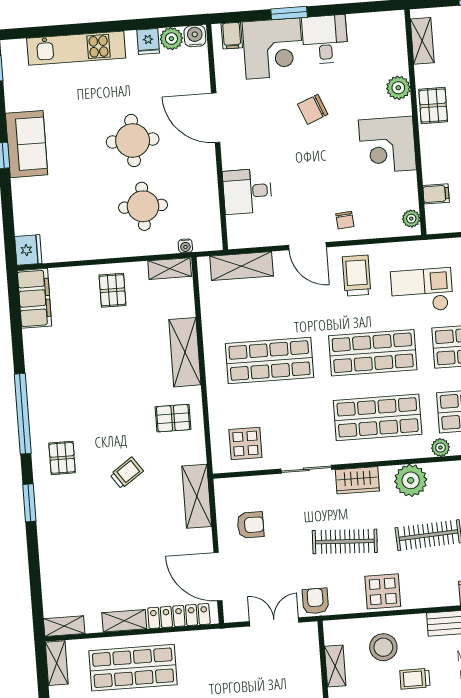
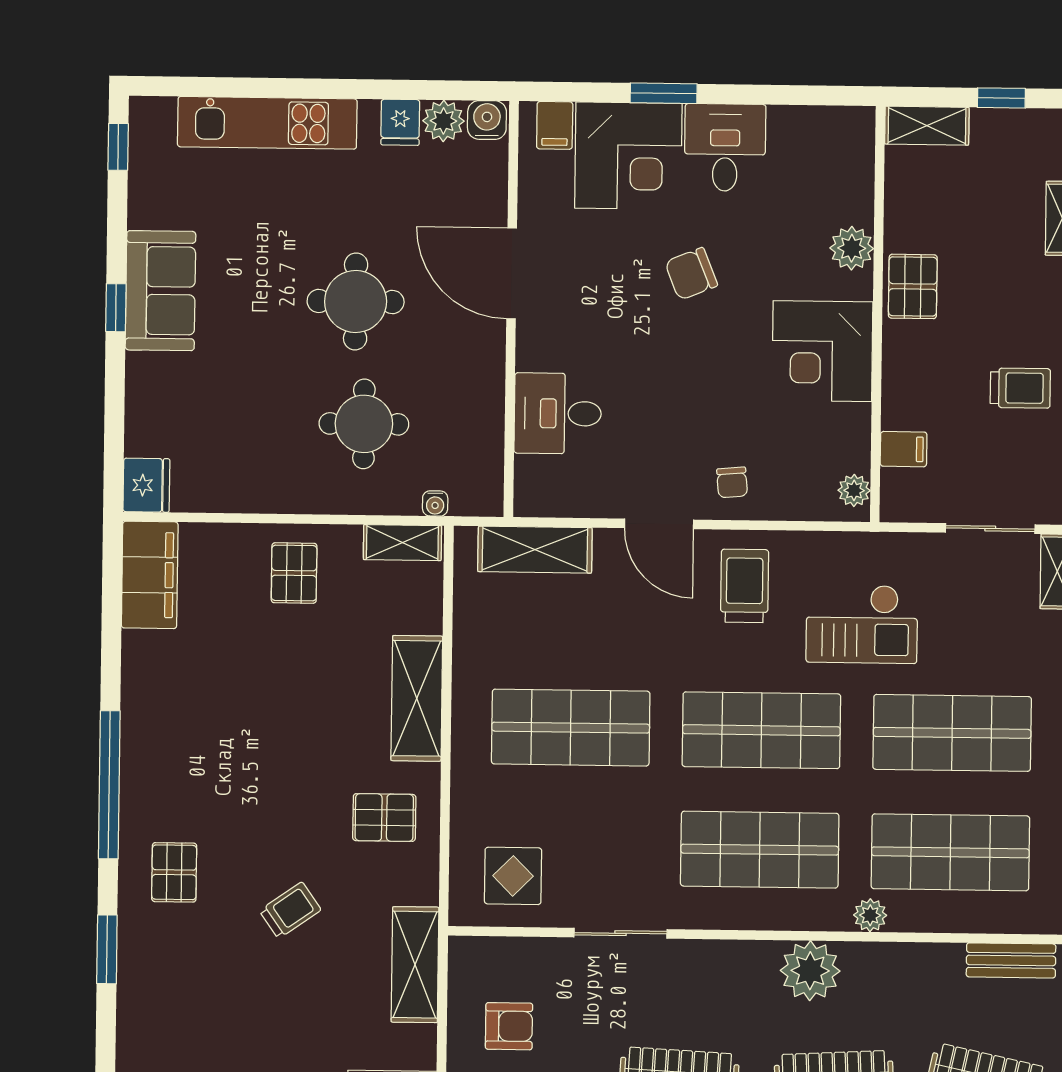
shelving: (422, 41) -> (927, 126), moved, turned 90
checkout: (422, 290) -> (862, 624), turned 180
wardrobe: (357, 480) -> (712, 962), removed

